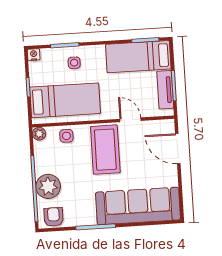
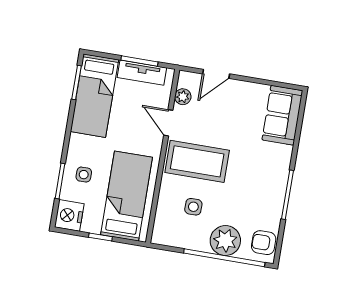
nightstand: (34, 55) -> (69, 215), width x1.89, depth x1.79
door: (130, 120) -> (168, 123), hinge flipped
plant: (39, 134) -> (183, 97), moved
side table: (66, 136) -> (193, 207), moved
door: (178, 149) -> (216, 74), width x0.73
sofa: (138, 206) -> (282, 115), width x0.54, depth x0.79

